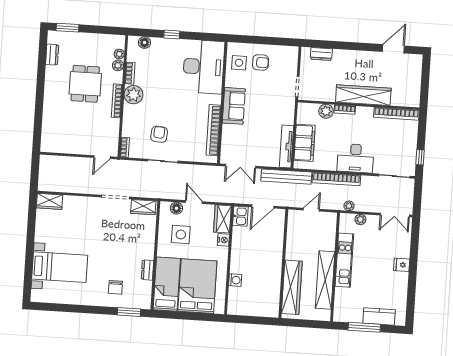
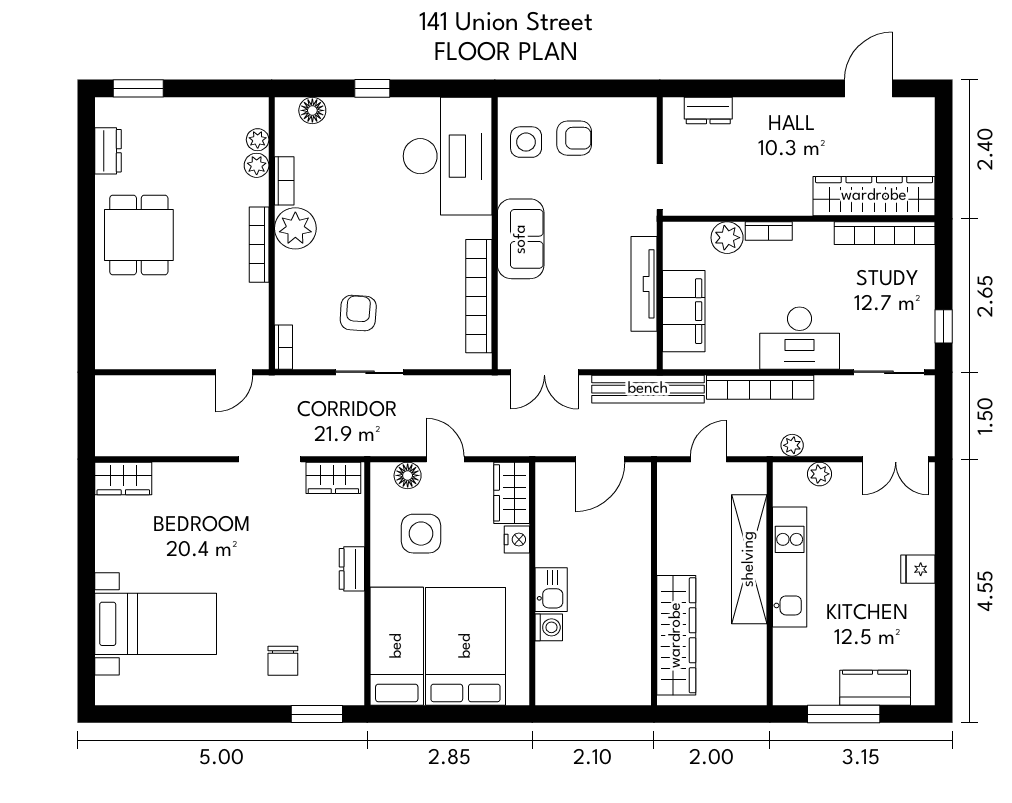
dining table: (85, 84) -> (139, 235), moved
wardrobe: (363, 95) -> (874, 196), moved
tv unit: (286, 146) -> (644, 284), moved
kitchen sink: (240, 216) -> (551, 590), moved
dresser: (147, 270) -> (352, 569), moved
shelving: (325, 280) -> (749, 559), moved

